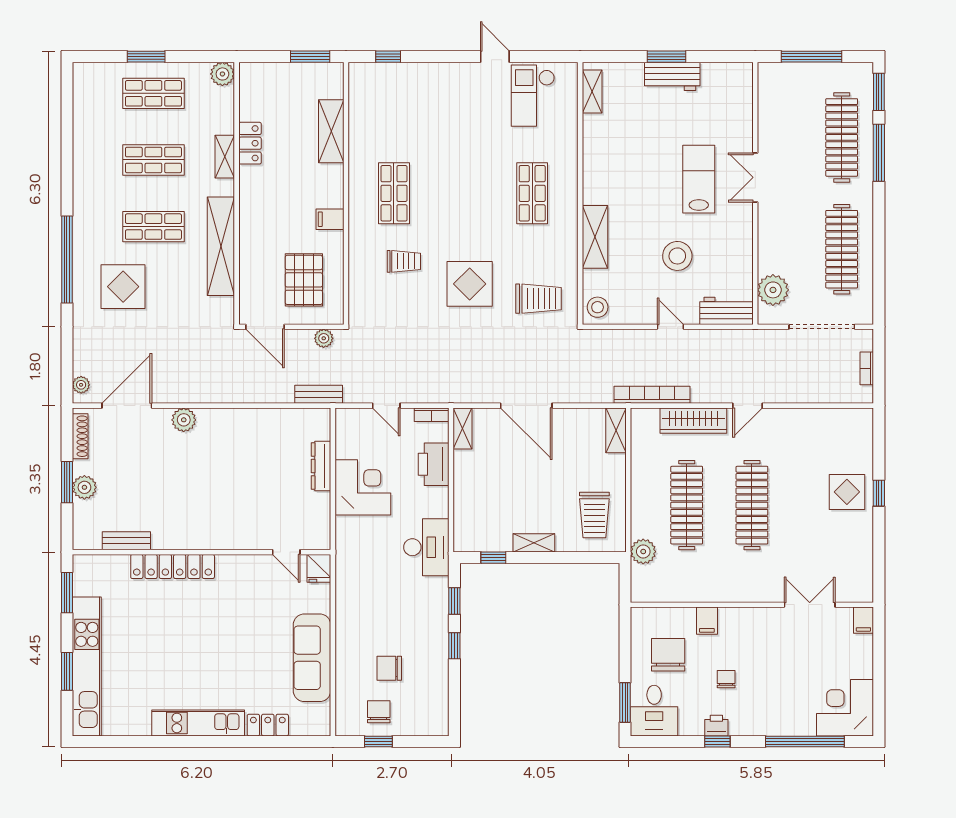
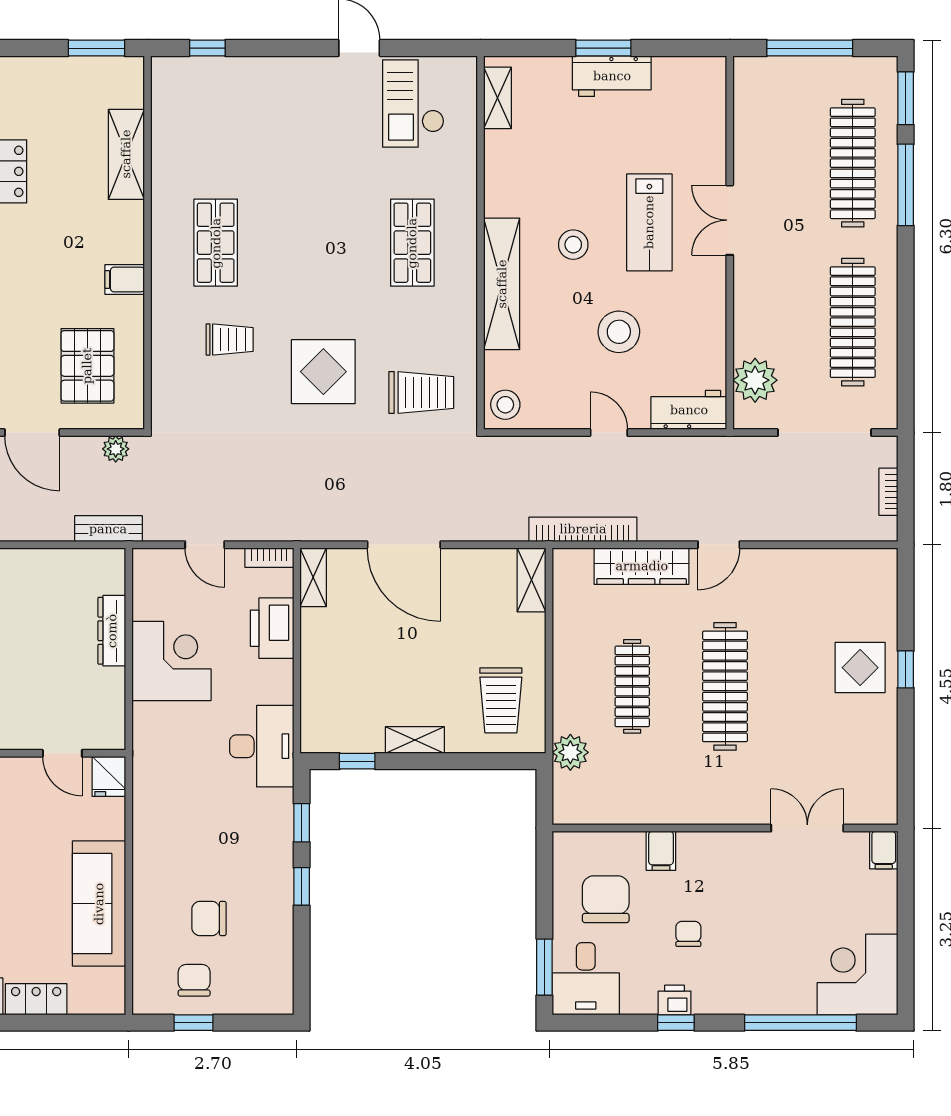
lab bench: (699, 179) -> (649, 222), turned 180
stool: (645, 195) -> (573, 245), added
shelving: (595, 237) -> (502, 284), width x1.47
clothes rail: (687, 505) -> (632, 686), width x0.73, depth x0.76

